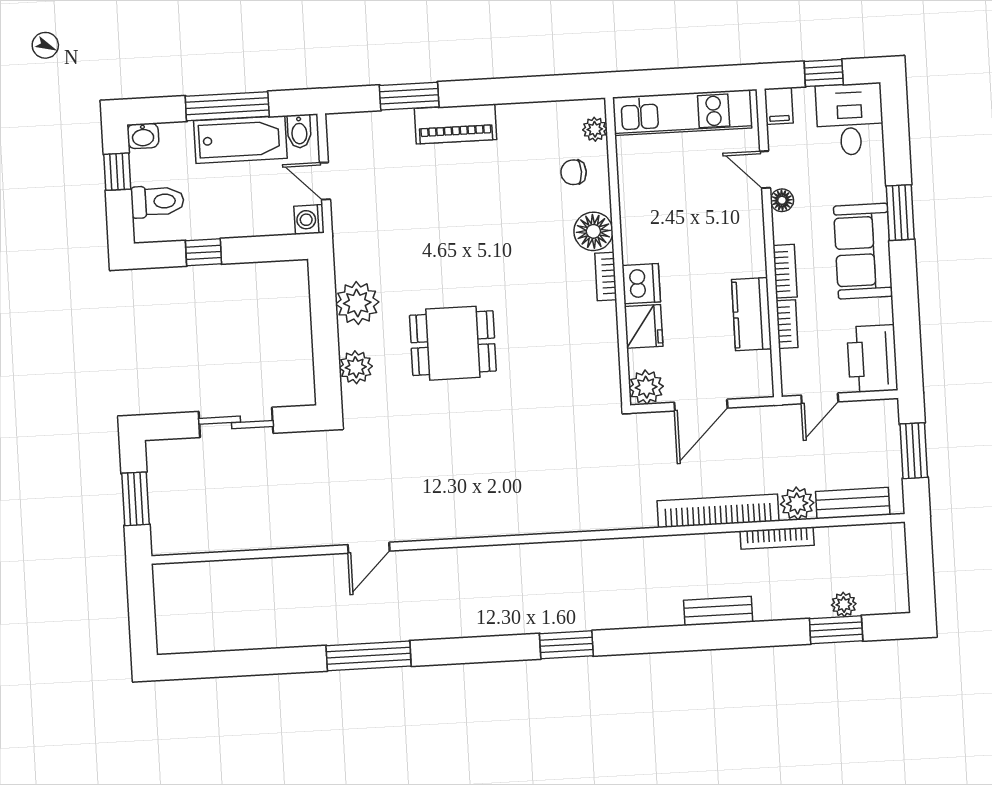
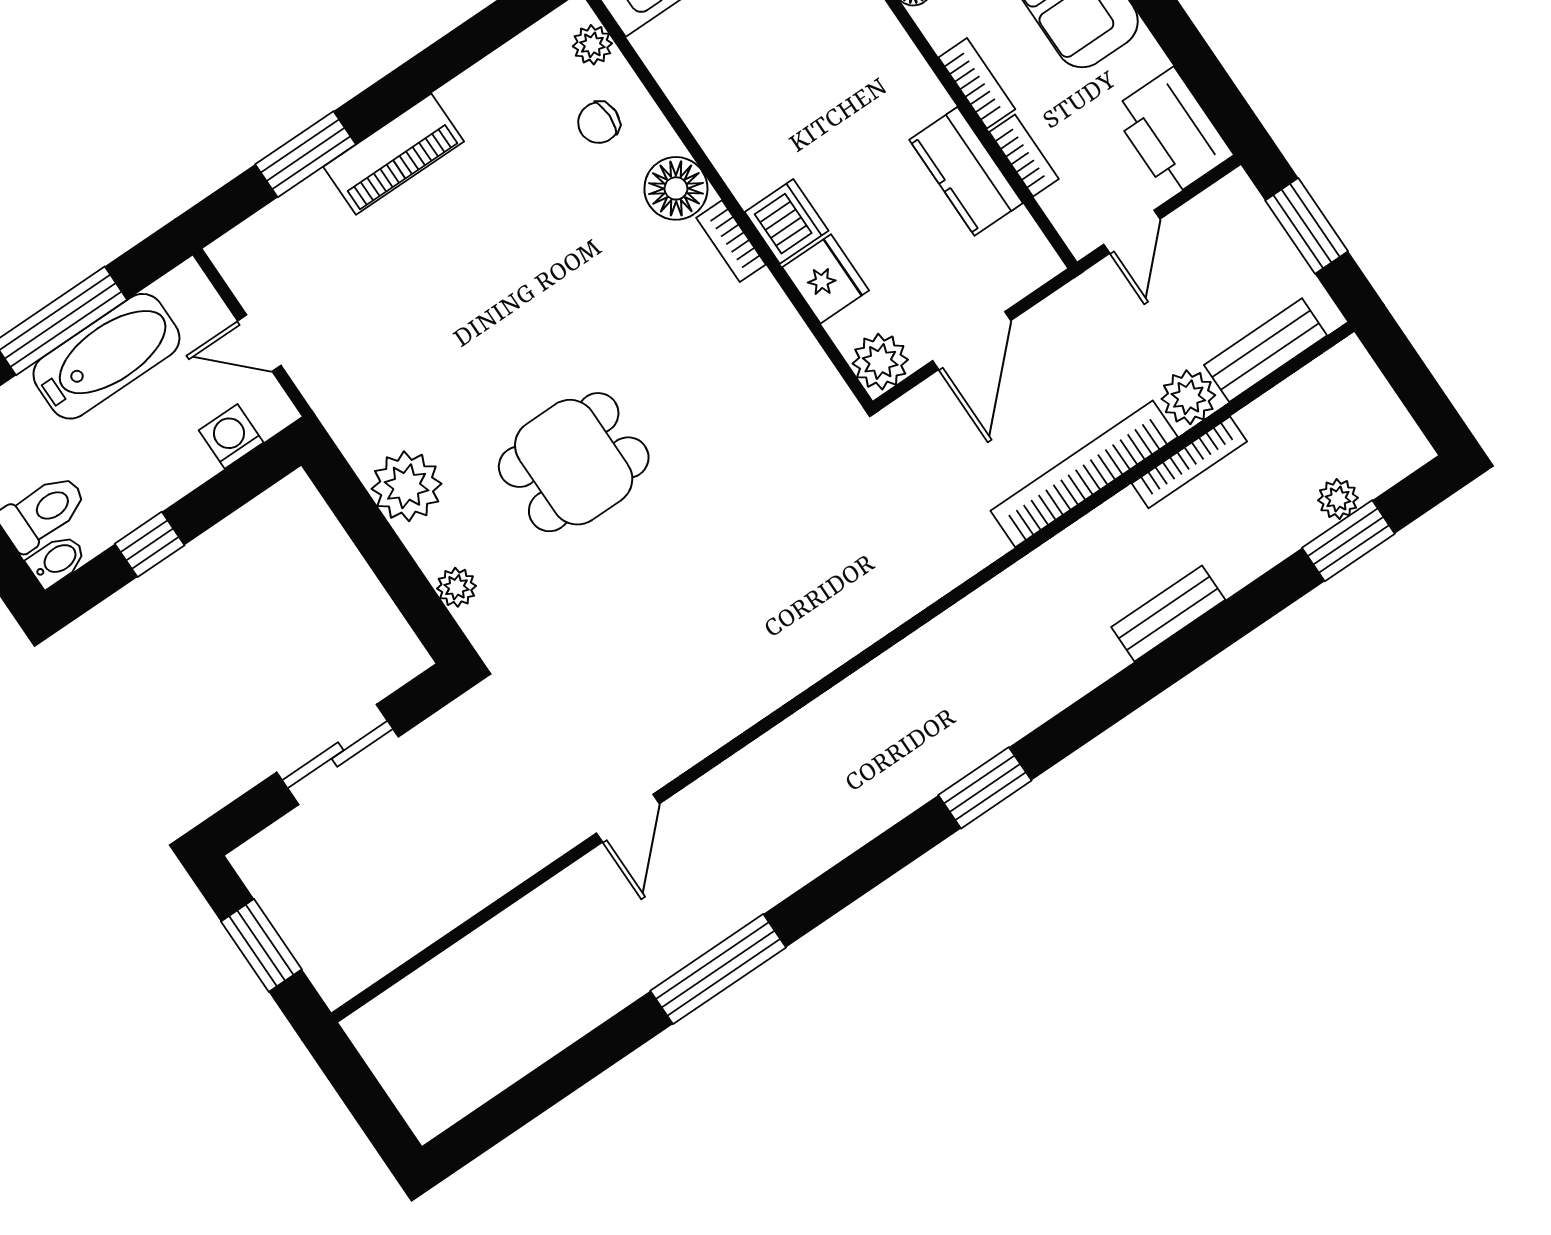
bidet: (299, 131) -> (57, 561), moved, turned -90
washing machine: (309, 220) -> (231, 436), moved, turned 90
plant: (356, 367) -> (456, 587), width x0.73, depth x0.73

